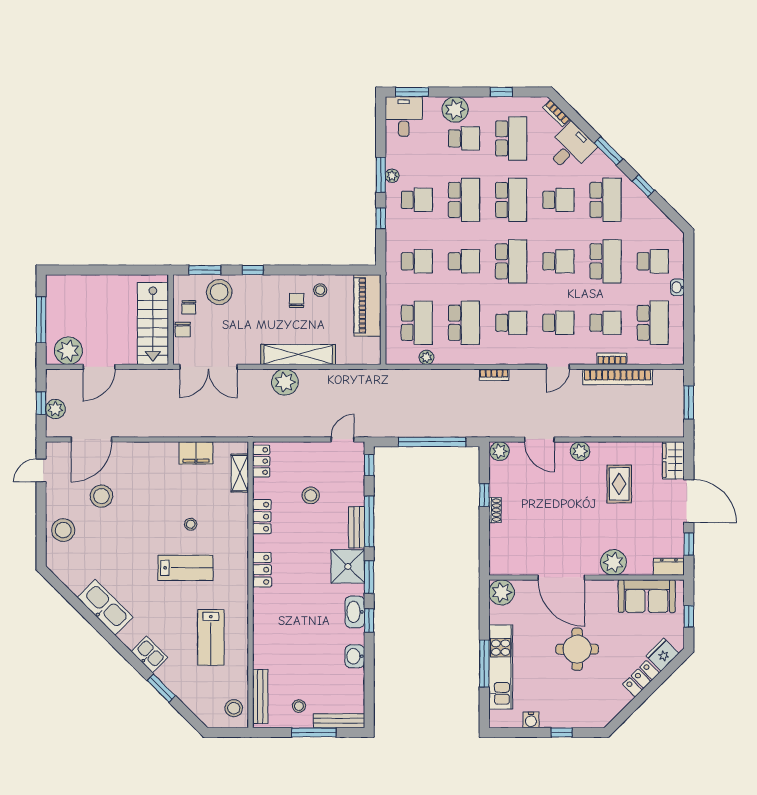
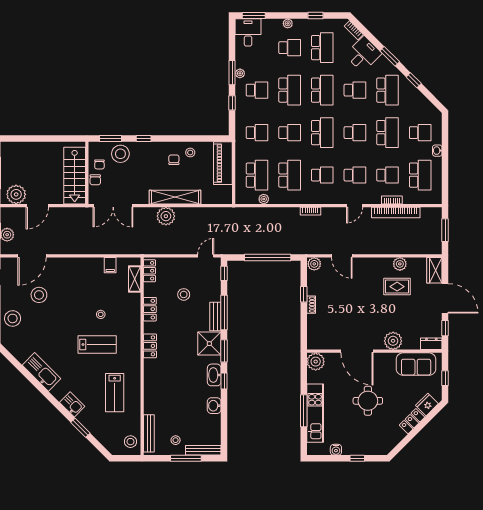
plant: (455, 109) -> (288, 23), width x0.53, depth x0.53
plant: (580, 451) -> (400, 264), moved
filing cabinet: (196, 453) -> (110, 265), width x0.50
rug: (619, 484) -> (397, 287), turned 90

